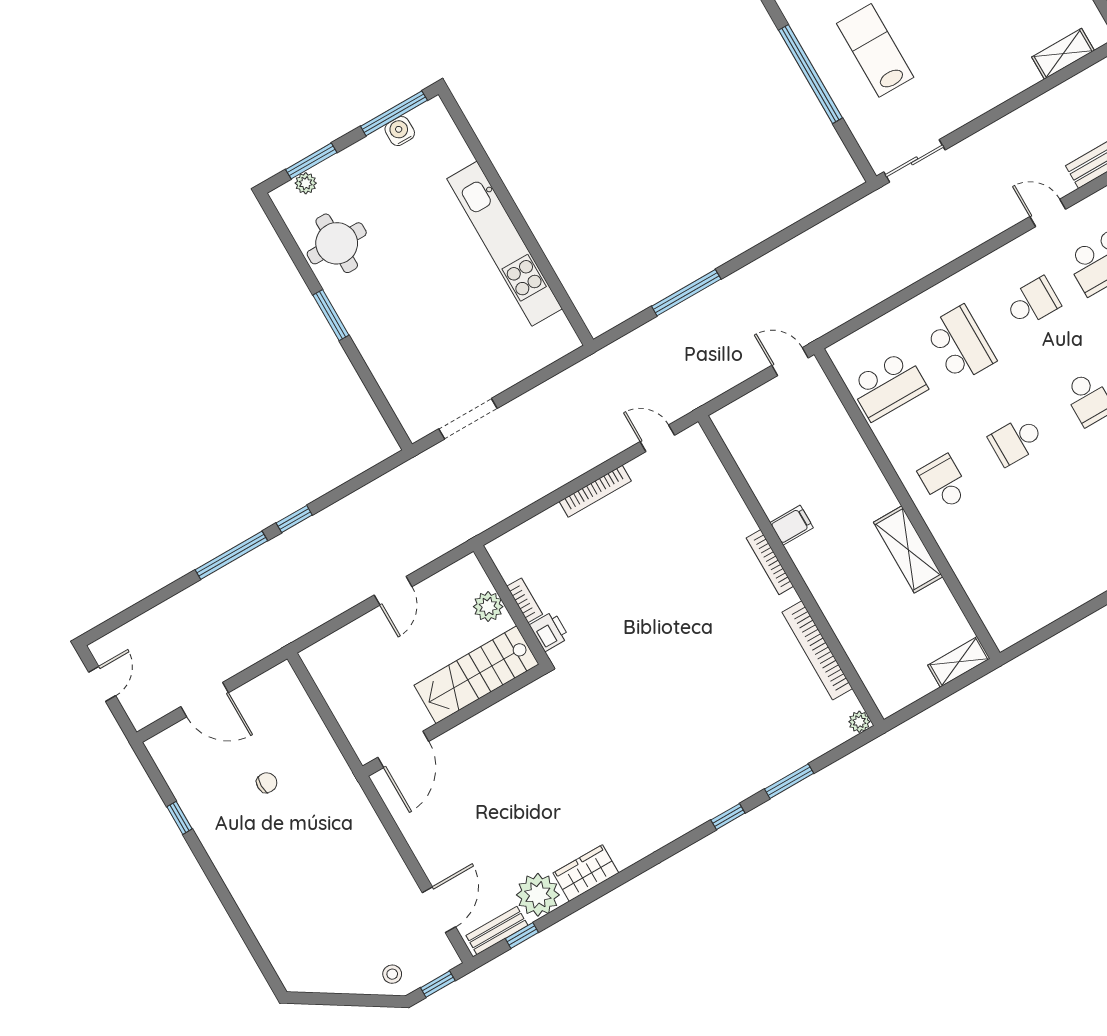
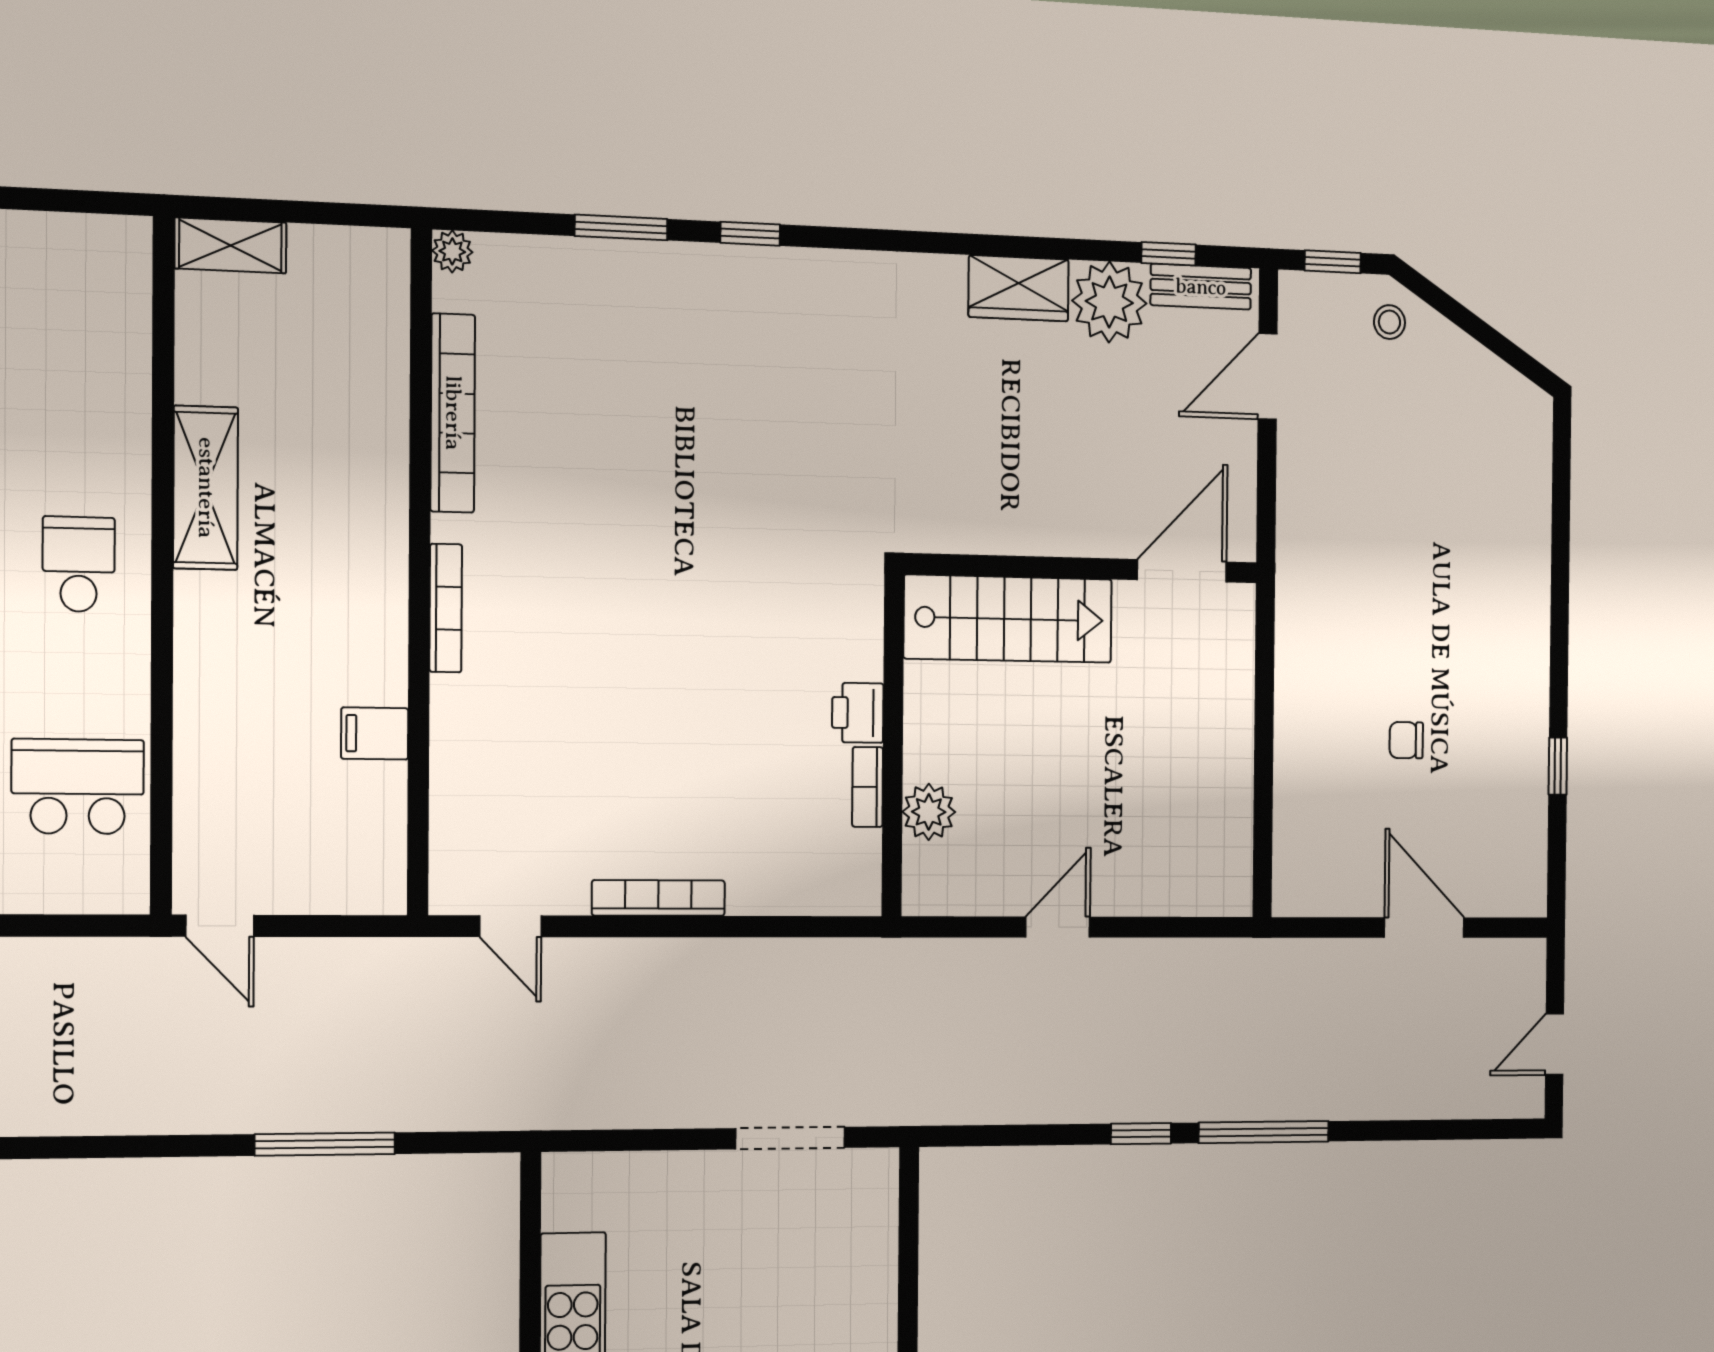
school desk: (944, 482) -> (79, 564), turned 180
filing cabinet: (792, 525) -> (375, 733), moved
stairs: (476, 675) -> (1008, 619), moved
wall: (454, 720) -> (1082, 568), moved
door: (403, 749) -> (1182, 571), moved

